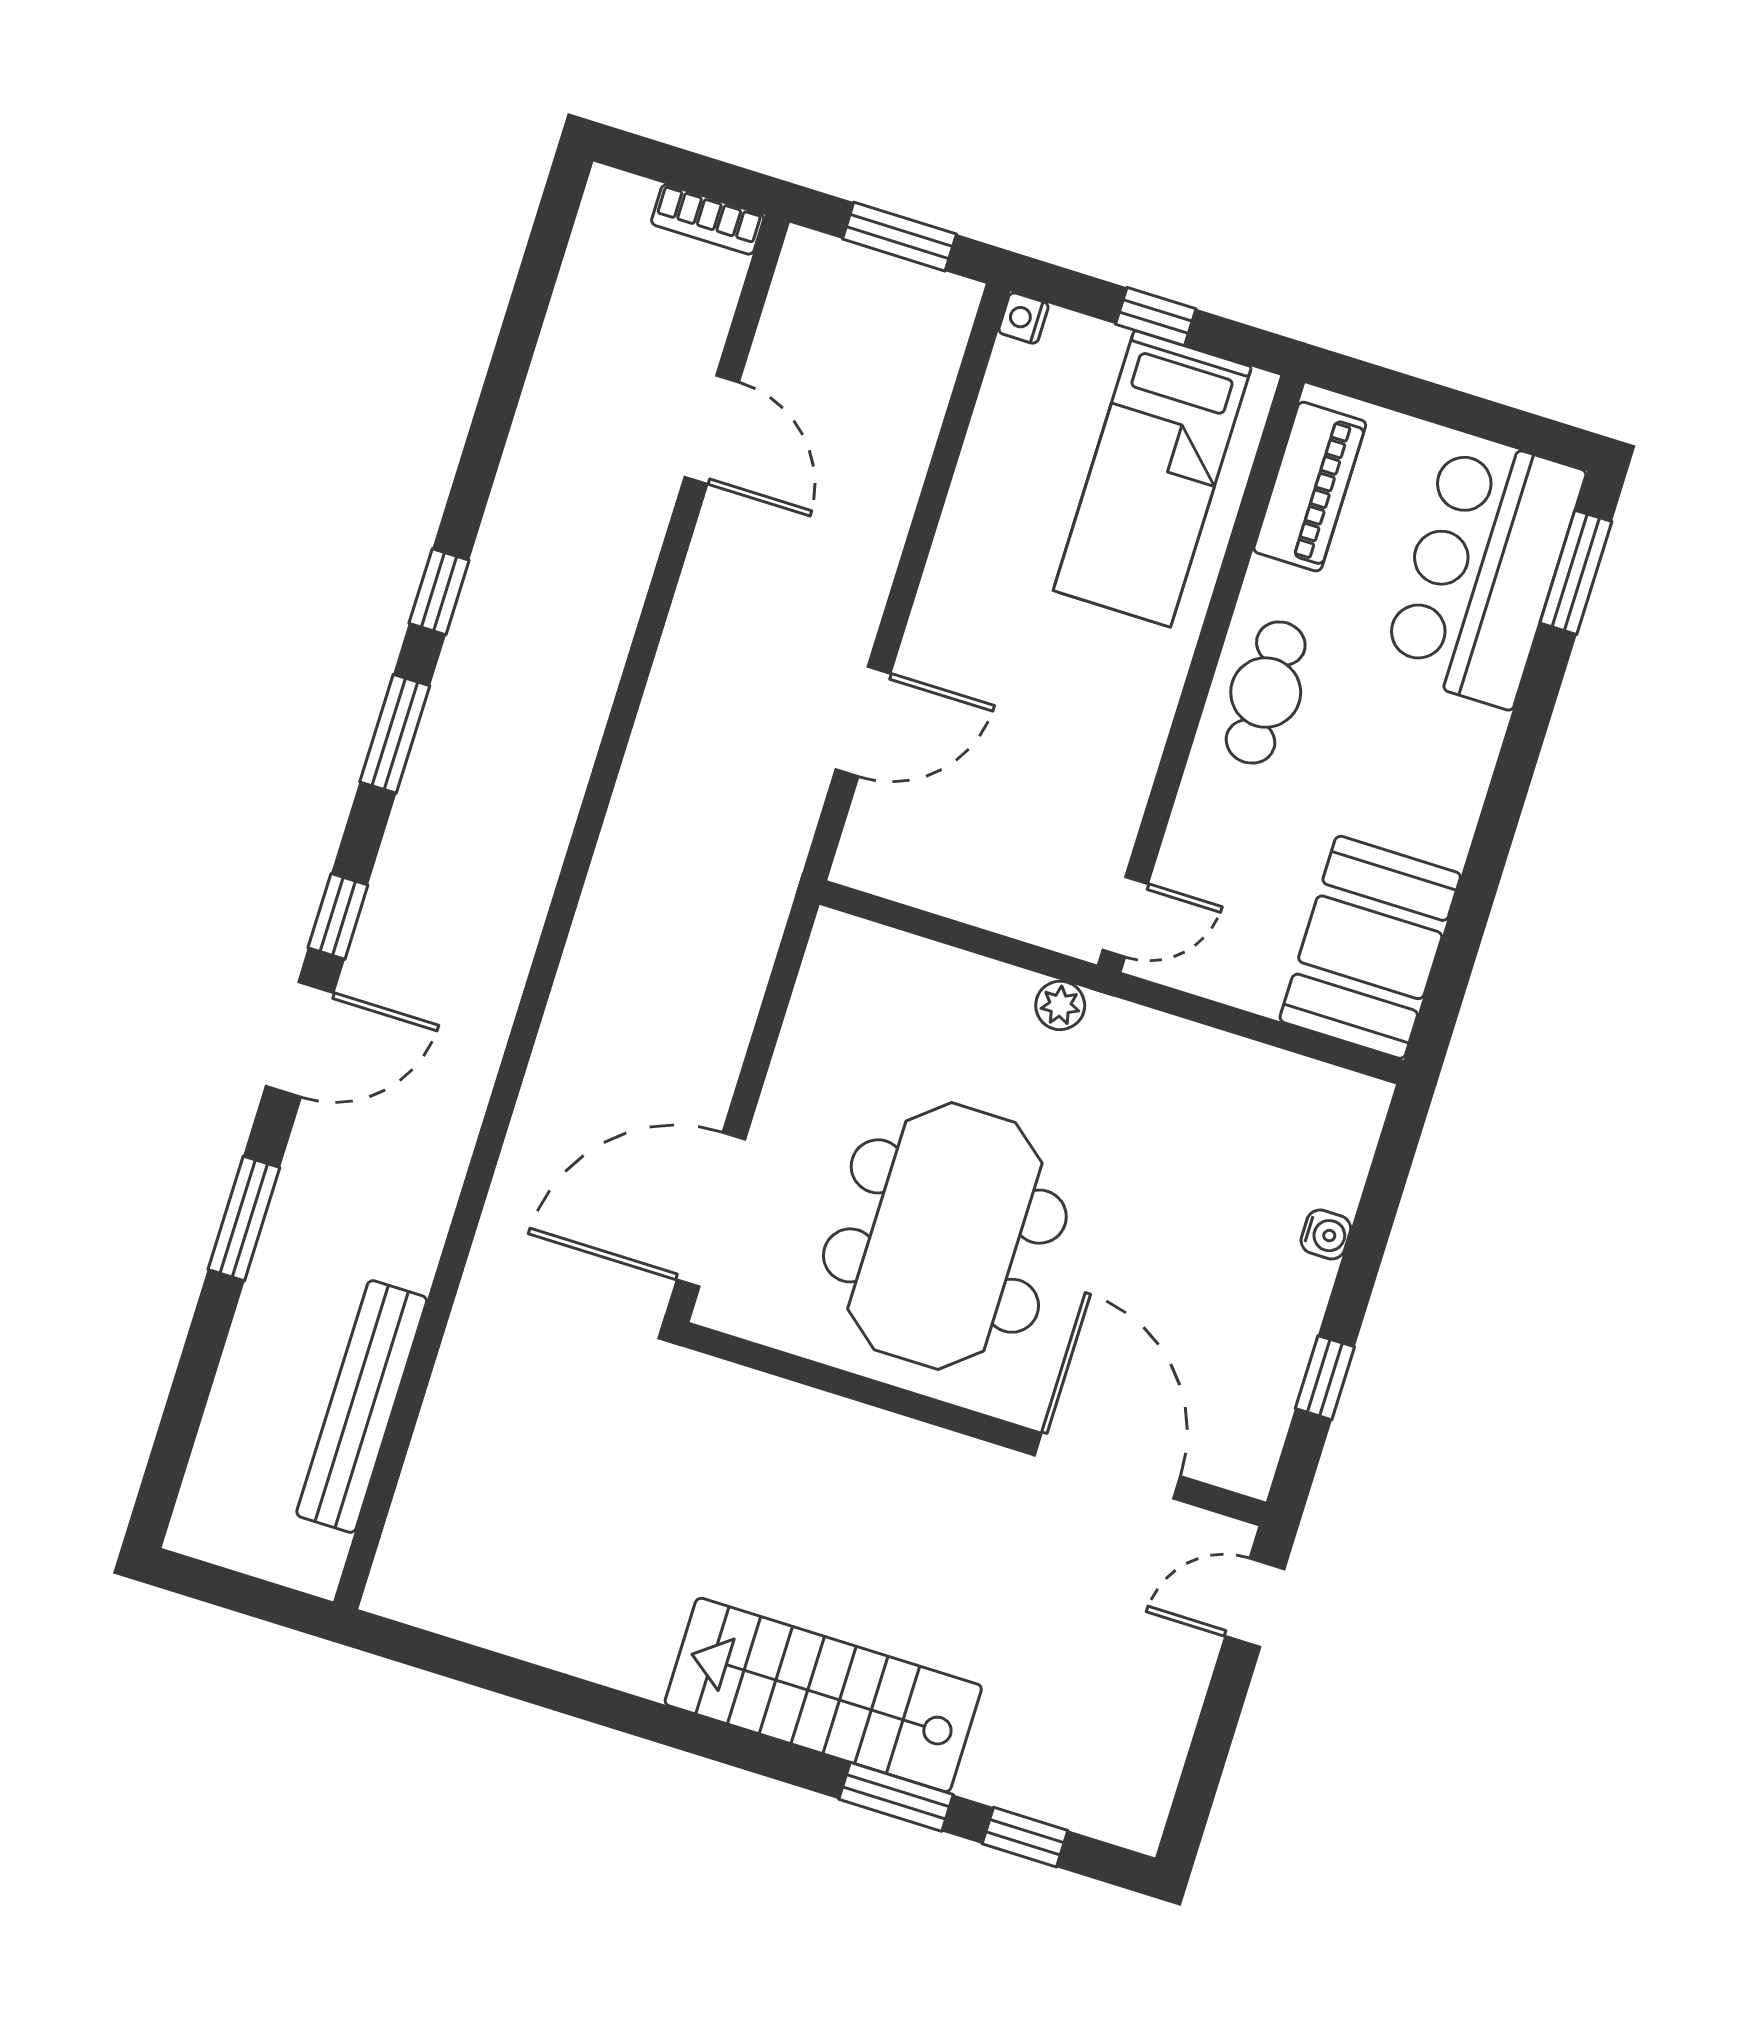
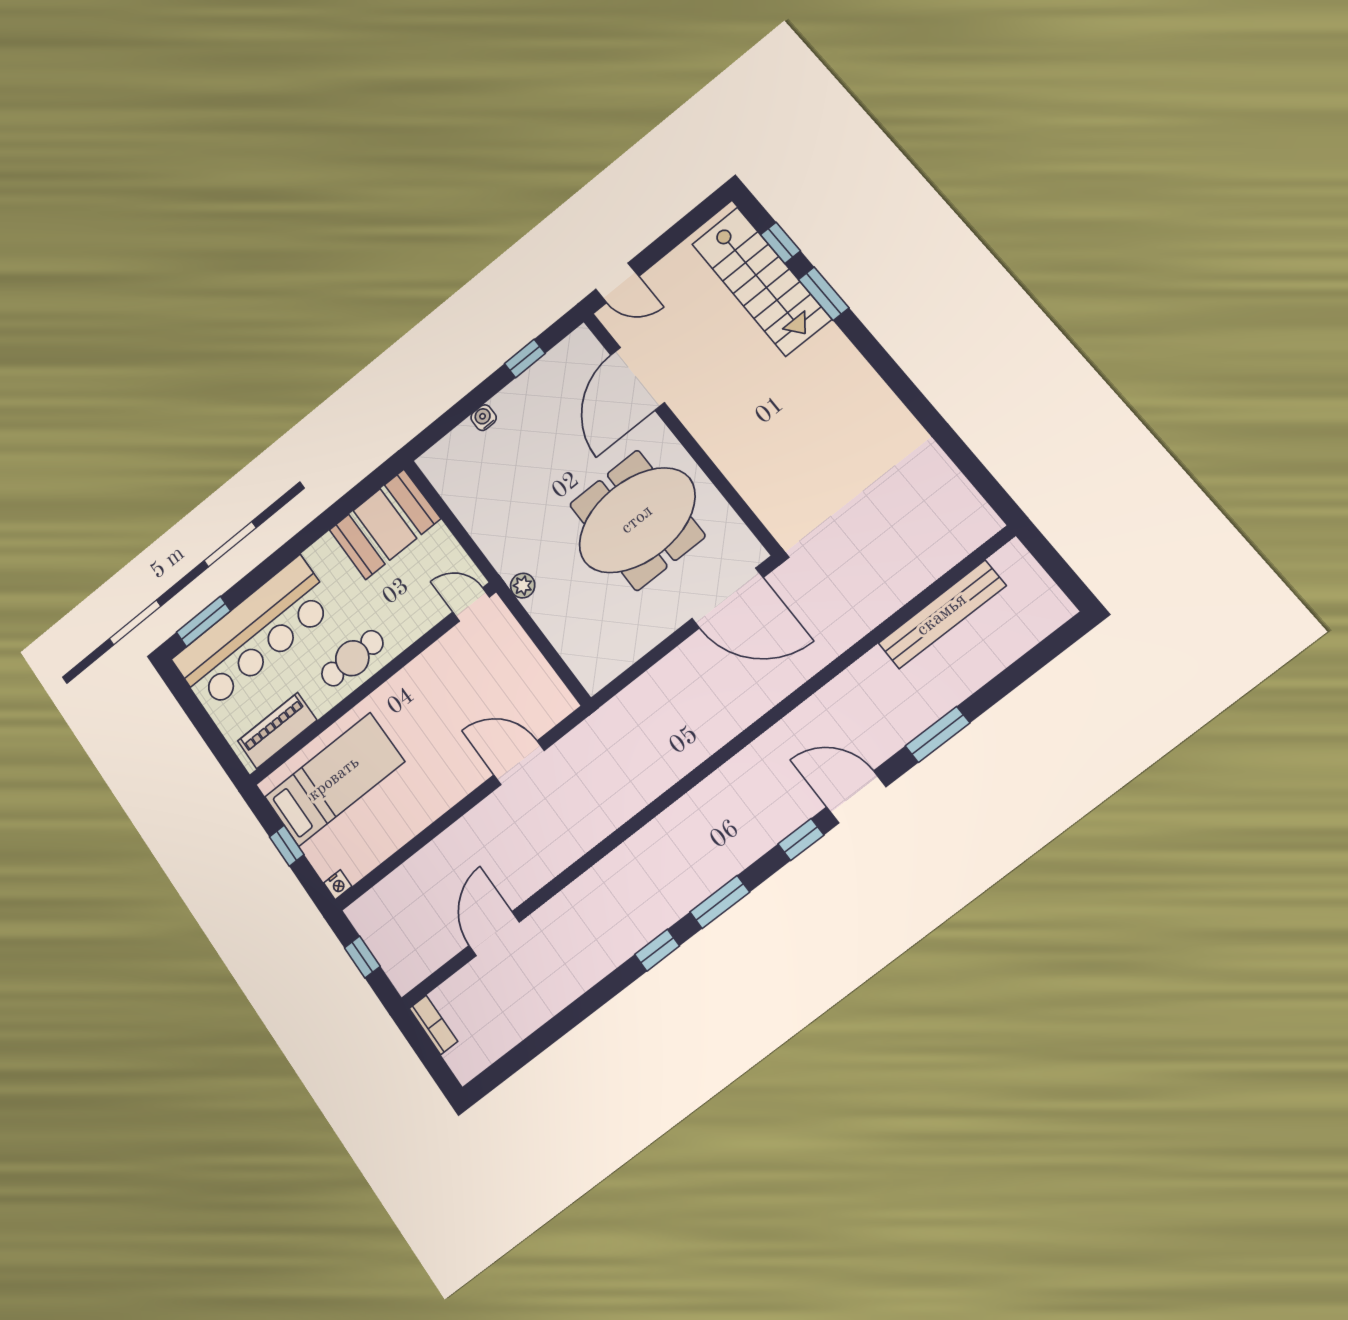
window: (899, 237) -> (362, 957), width x0.67
bar counter: (1483, 571) -> (254, 634), width x1.36
stairs: (823, 1695) -> (761, 281), moved

